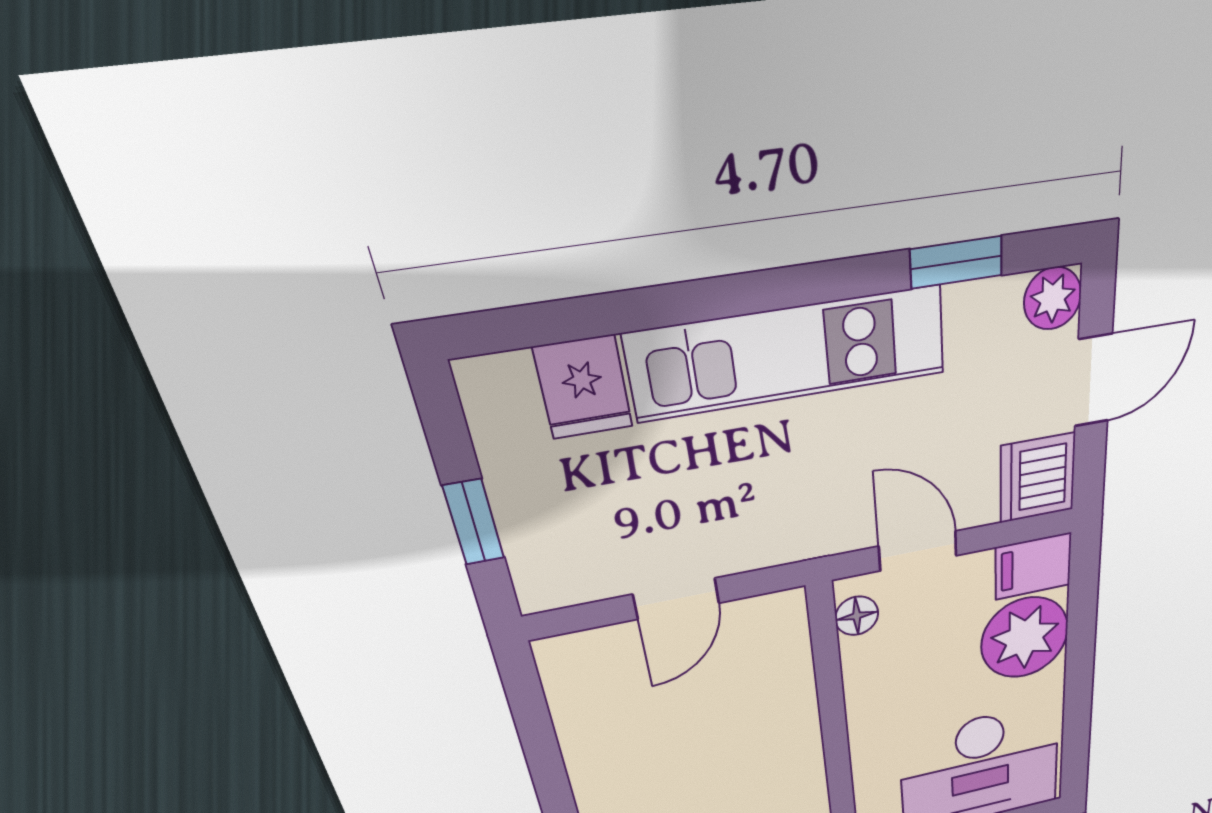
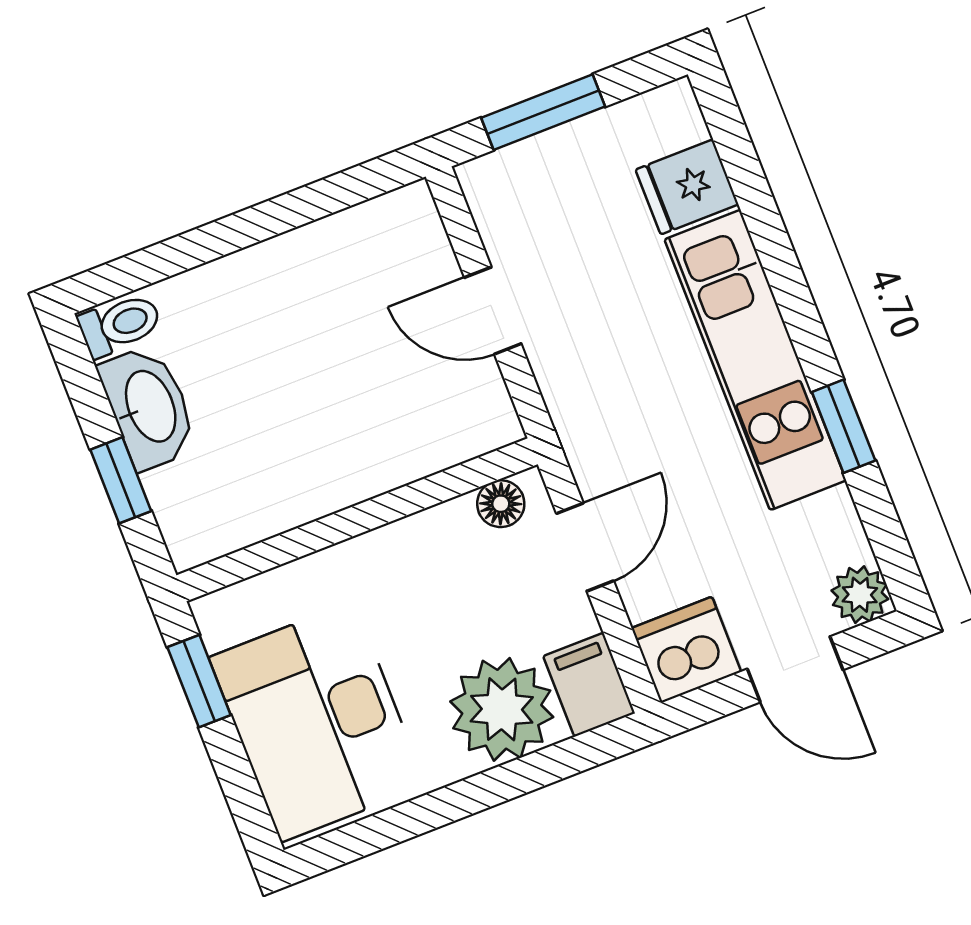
window: (956, 262) -> (844, 426), moved
window: (474, 522) -> (543, 112), width x1.50

